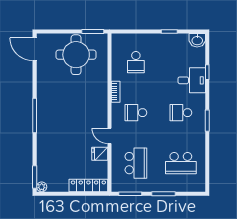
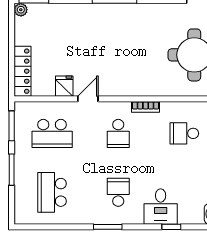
school desk: (136, 113) -> (118, 133), turned 180

